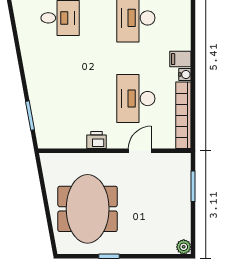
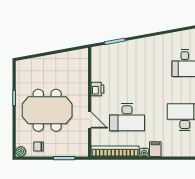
desk: (136, 99) -> (127, 117), turned 180
meeting table: (88, 209) -> (47, 110), moved
chair: (177, 222) -> (38, 146), added

